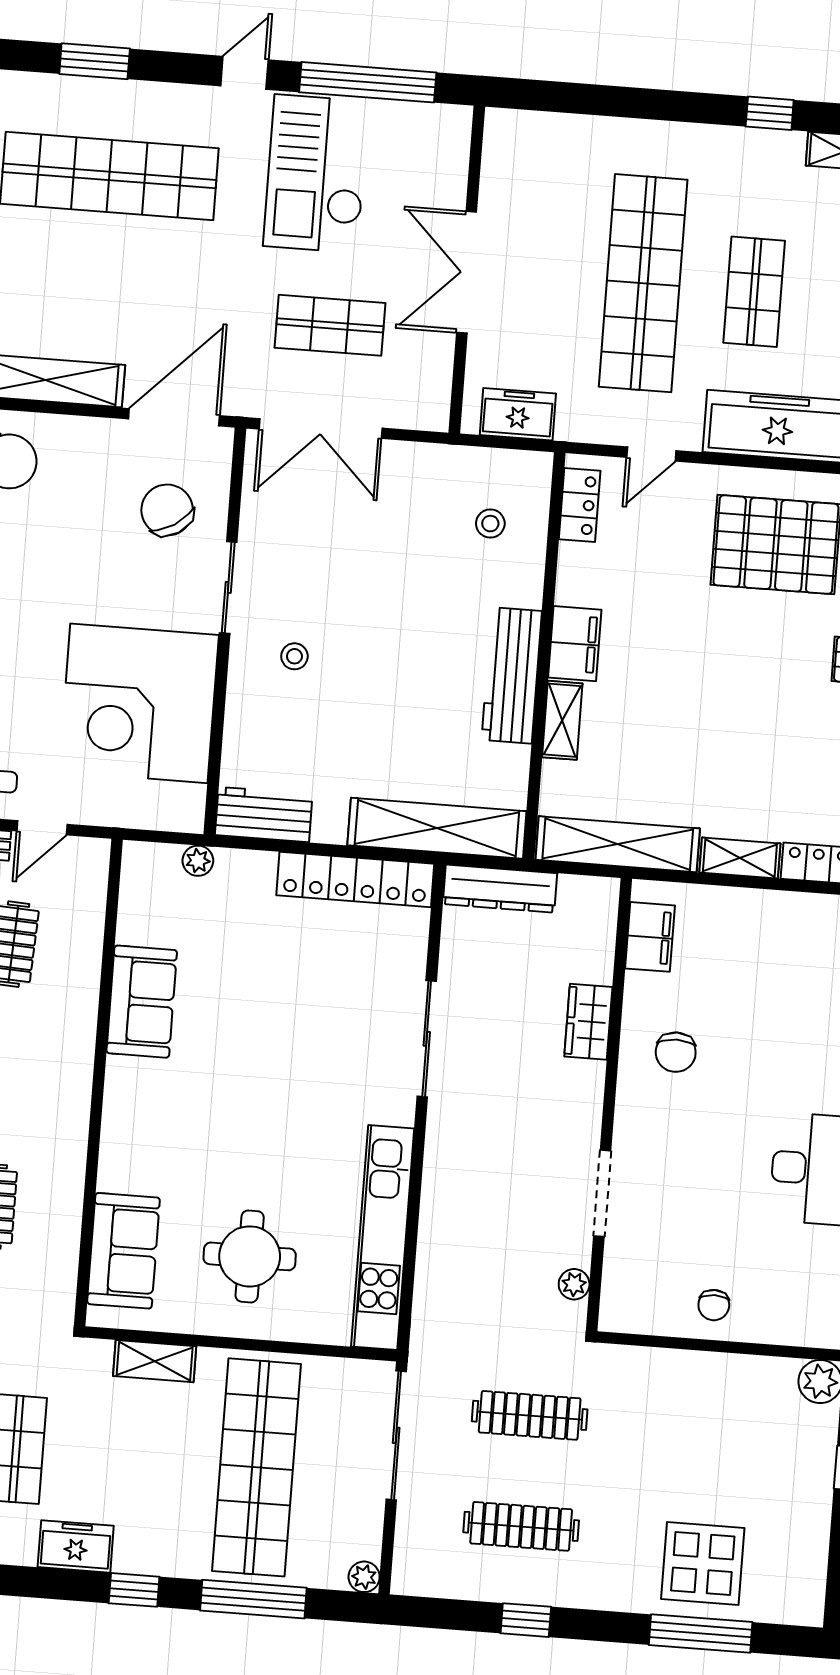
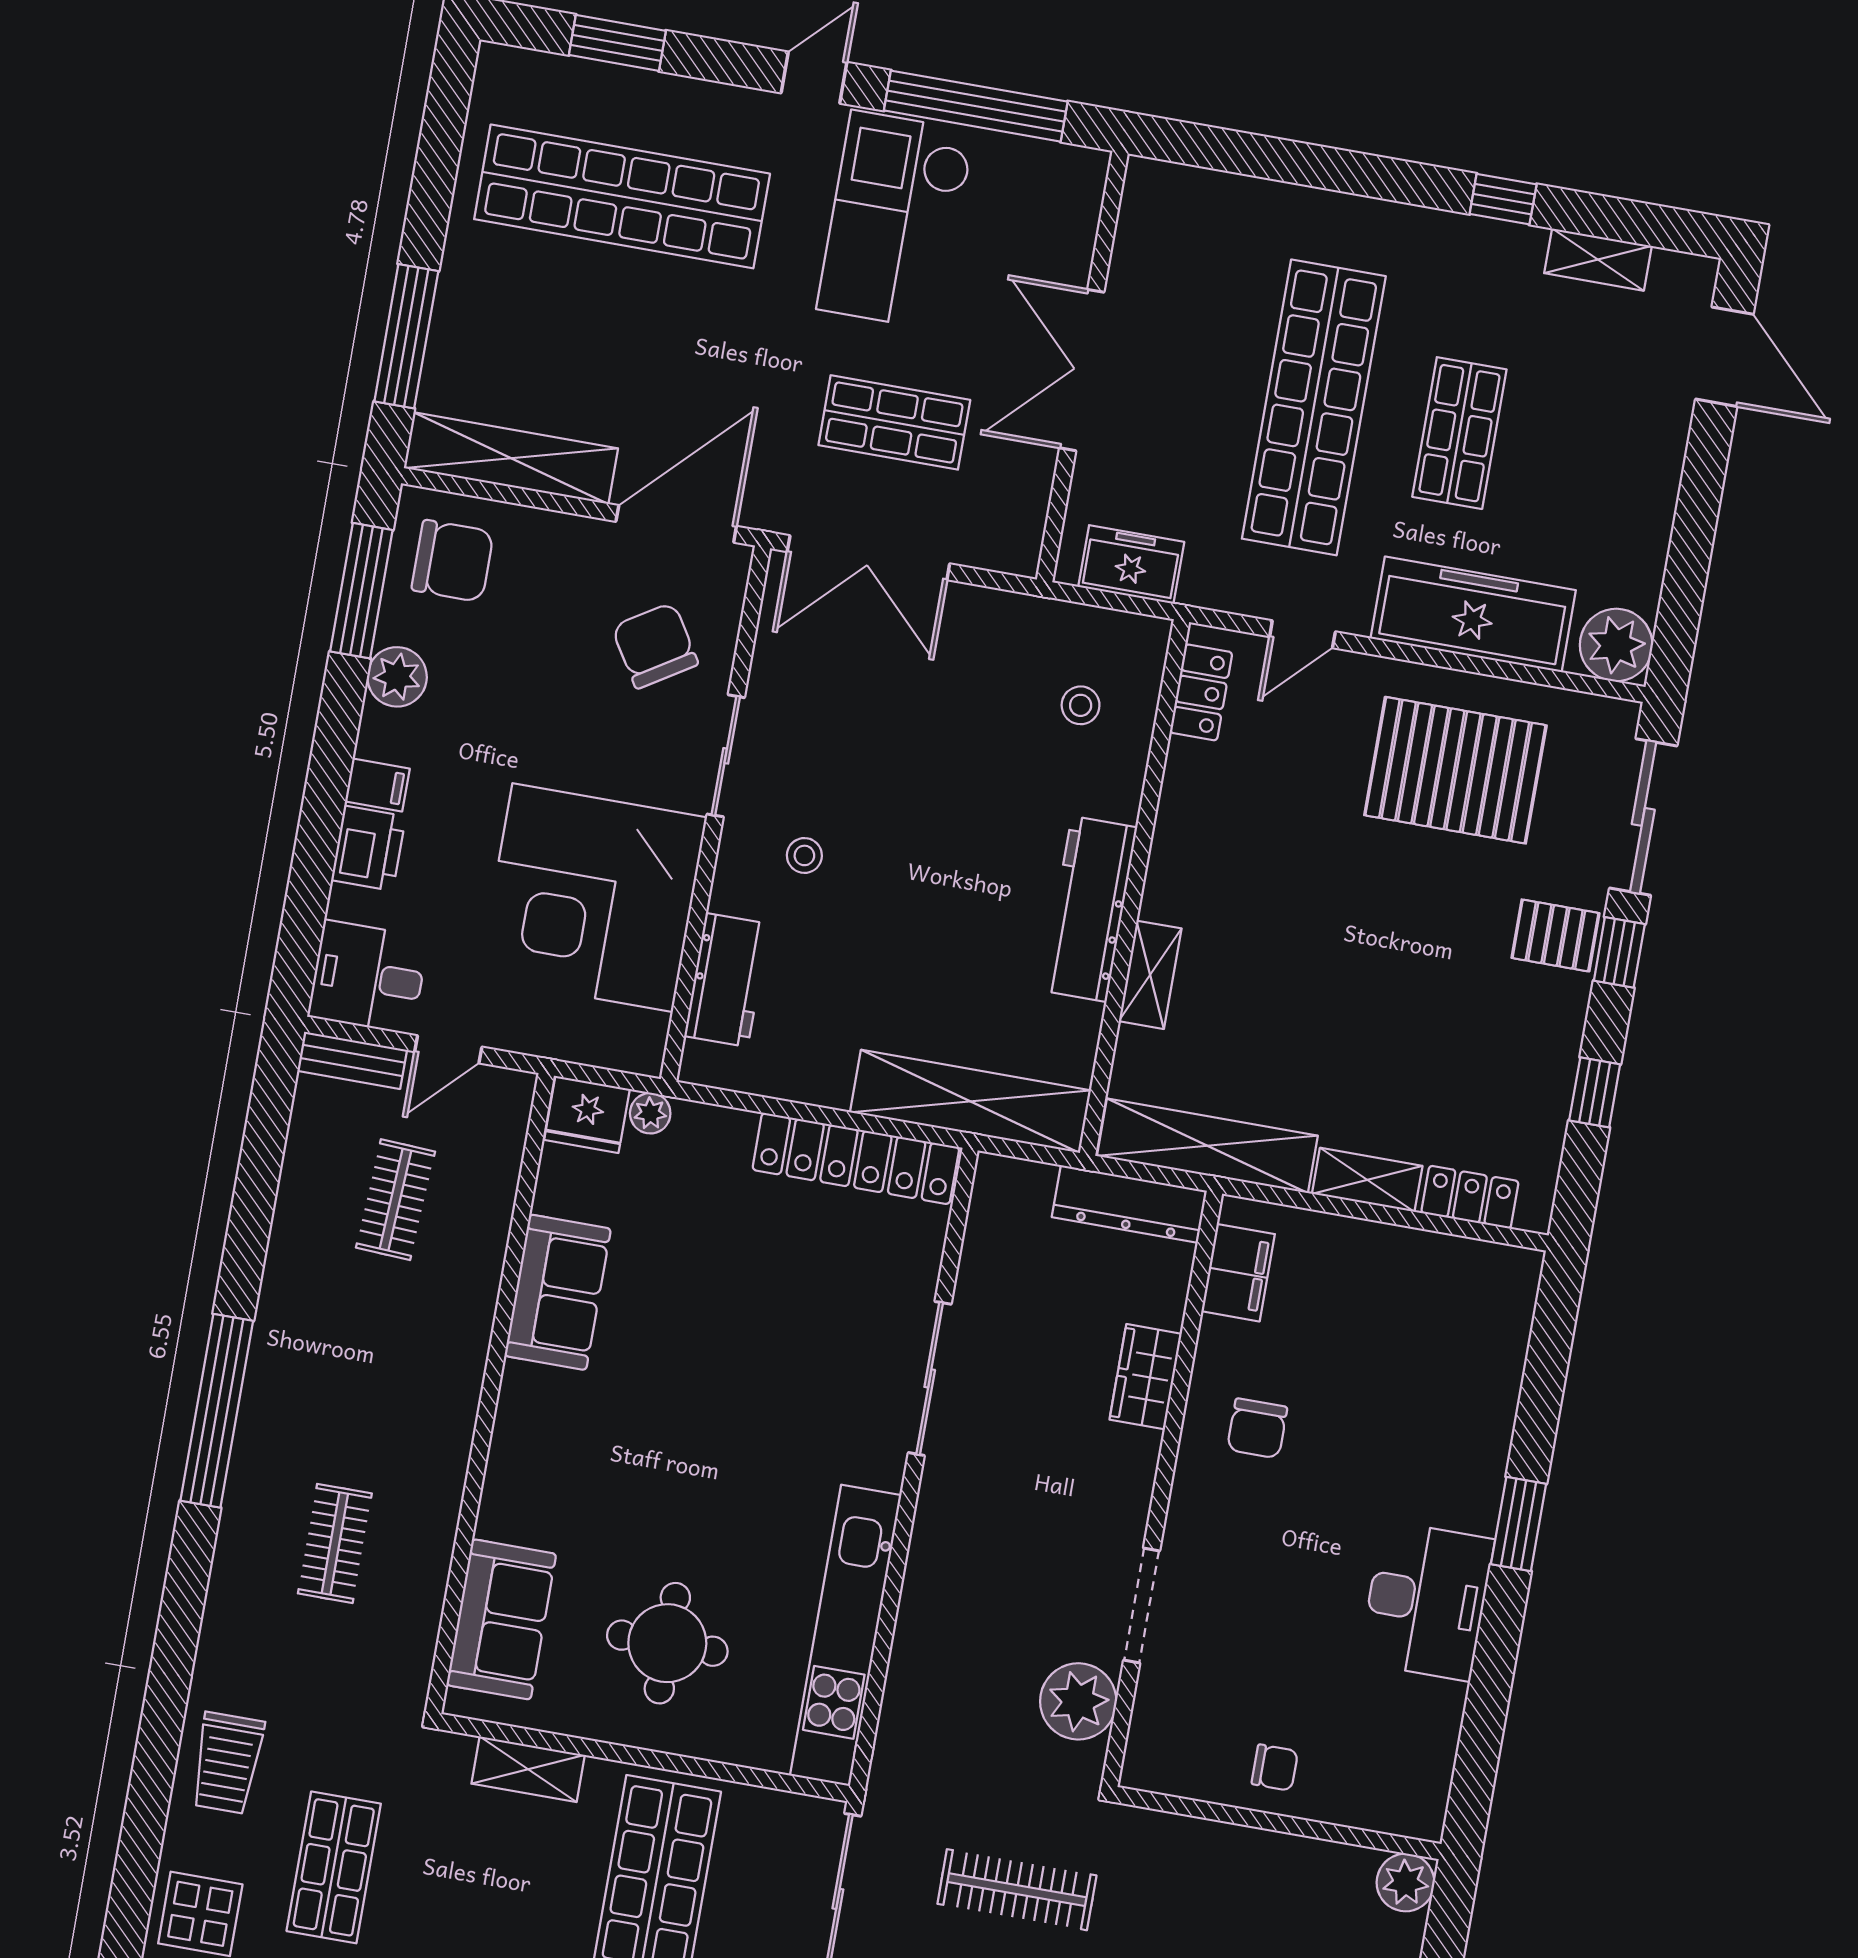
filing cabinet: (575, 644) -> (1177, 875), removed
workbench: (264, 815) -> (727, 980), moved, turned 90
fridge: (151, 866) -> (587, 1115), added
dresser: (500, 889) -> (1129, 1204), moved
plant: (574, 1284) -> (1078, 1701), width x1.88, depth x1.88
chair: (714, 1305) -> (1275, 1768), turned -90

